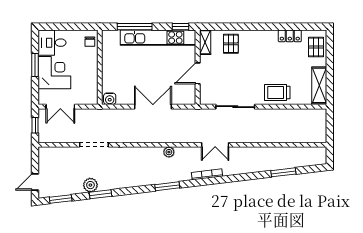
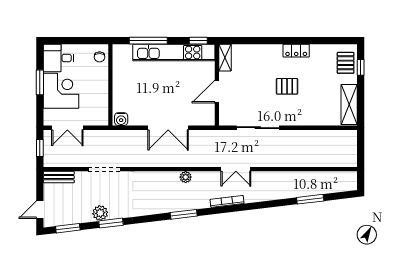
locker: (290, 36) -> (296, 51), moved
pallet: (231, 44) -> (287, 86), moved, turned 90
window: (330, 51) -> (361, 67), added
trolley: (277, 92) -> (304, 112), removed
double door: (153, 107) -> (168, 128), swing flipped
bench: (52, 152) -> (59, 177), added

